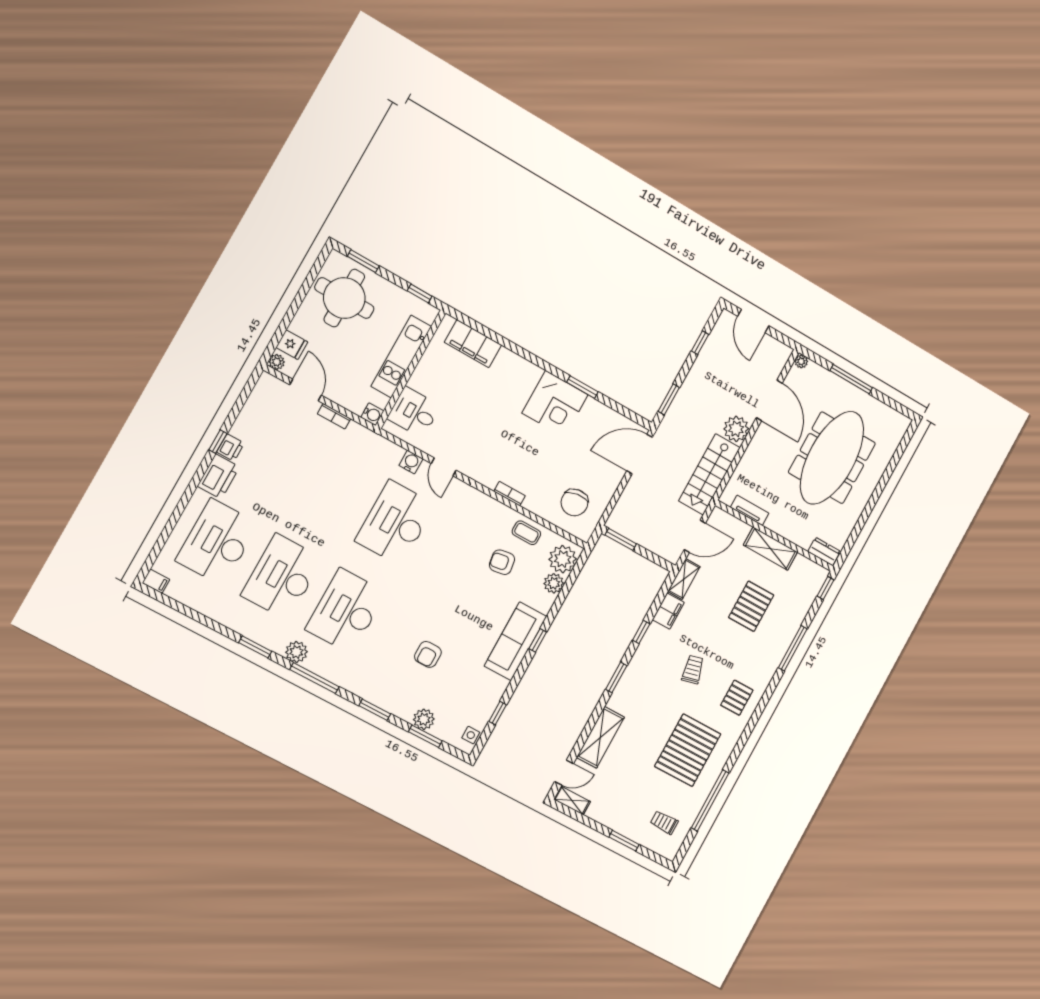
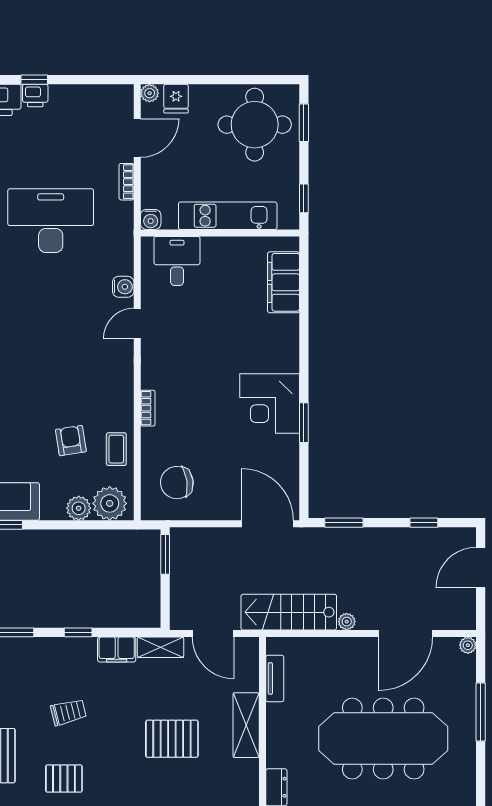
plant: (736, 429) -> (347, 622), width x0.53, depth x0.53
desk: (395, 523) -> (51, 221), moved

